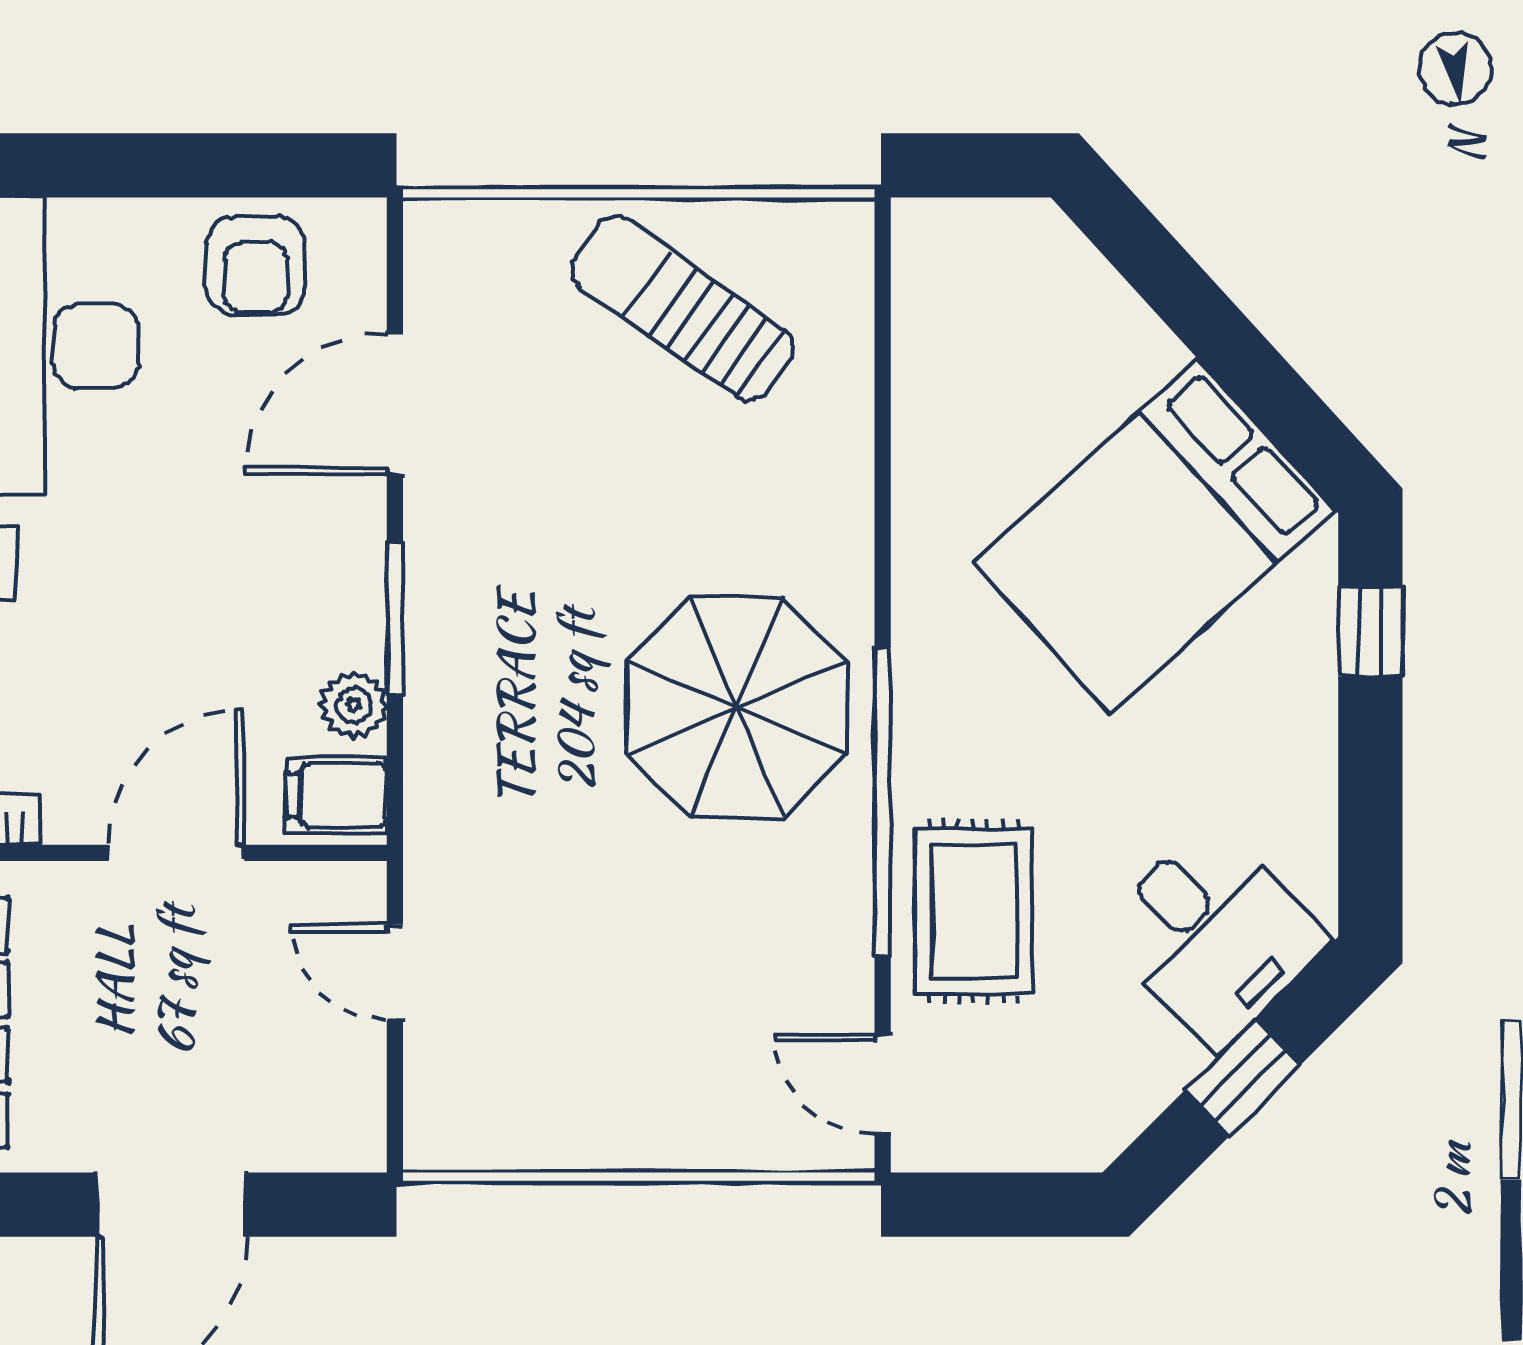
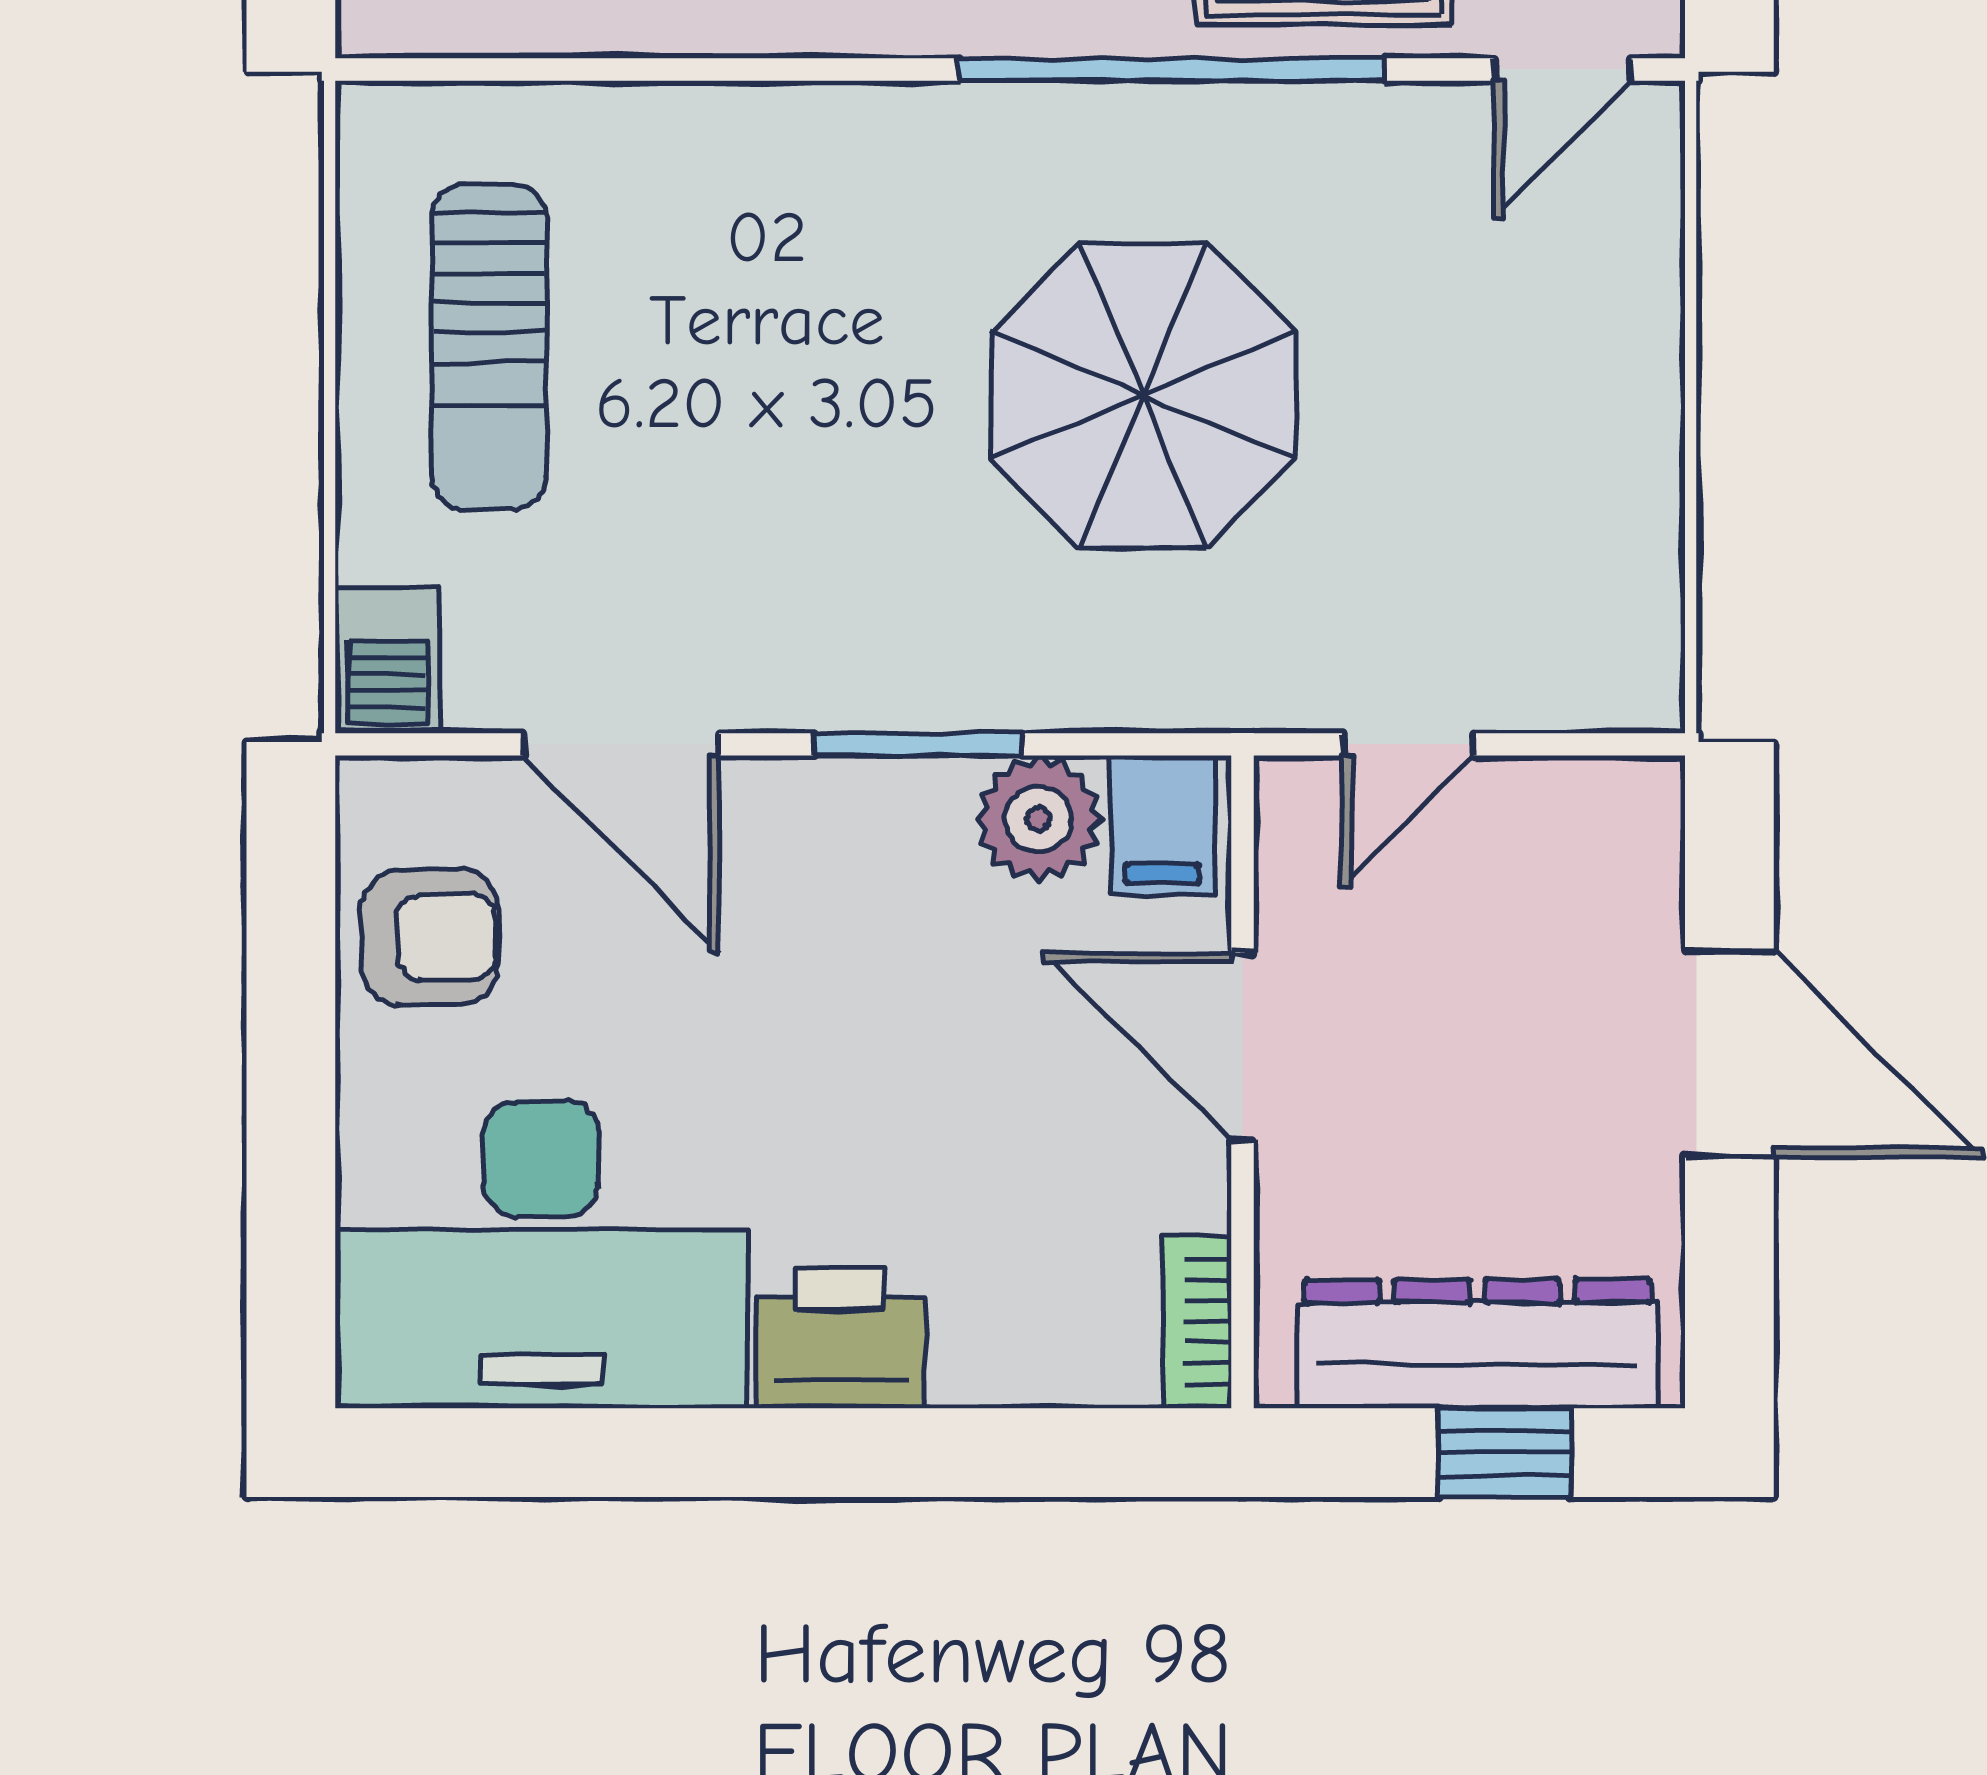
barbecue: (456, 235) -> (387, 660), added
sun lounger: (682, 308) -> (489, 347), turned -35
plant: (354, 705) -> (1038, 819), width x1.38, depth x1.38
parasol: (737, 707) -> (1143, 395), moved

